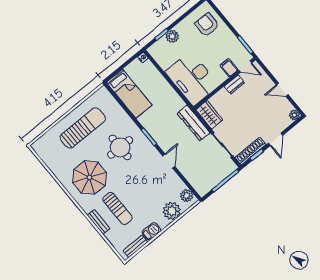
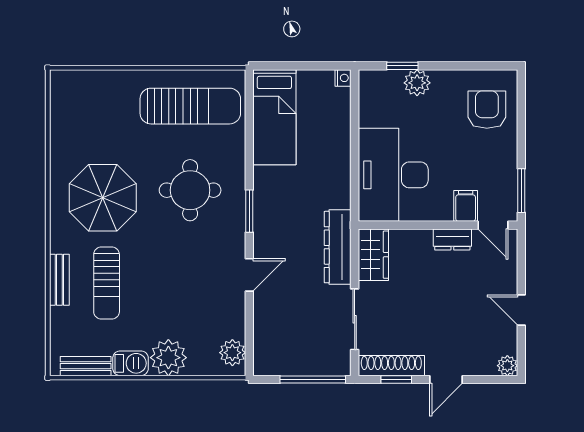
sun lounger: (83, 128) -> (190, 106), moved
plant: (172, 211) -> (168, 358), moved

